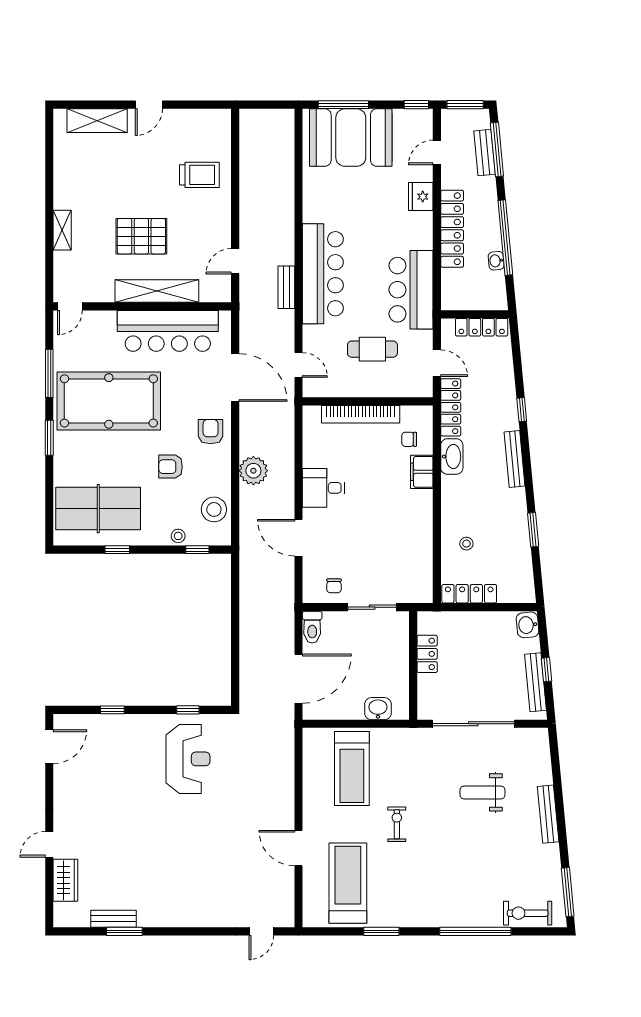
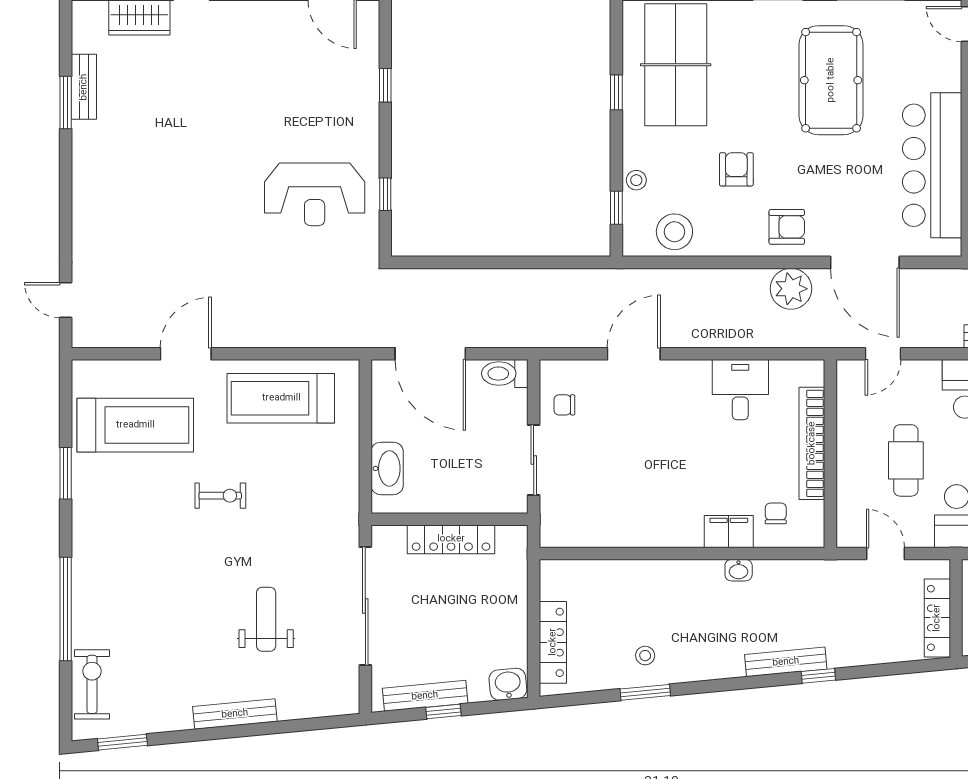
door: (437, 363) -> (885, 553), swing flipped
door: (235, 377) -> (865, 262), hinge flipped
pool table: (109, 401) -> (831, 80), width x0.73, depth x0.76
locker: (451, 407) -> (822, 573), removed
washbasin: (452, 457) -> (739, 570), width x0.52, depth x0.69
bench: (515, 459) -> (786, 662), moved
plant: (253, 471) -> (791, 289), moved
desk: (323, 488) -> (740, 390), moved
stool: (466, 544) -> (645, 656), moved
locker: (469, 594) -> (553, 642), moved
locker: (427, 654) -> (451, 539), width x1.53
washbasin: (378, 709) -> (387, 468), width x1.38
treadmill: (352, 768) -> (281, 398), moved
window: (568, 892) -> (122, 742), width x0.69

